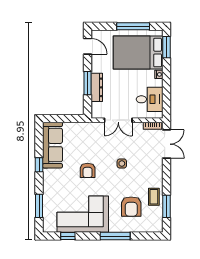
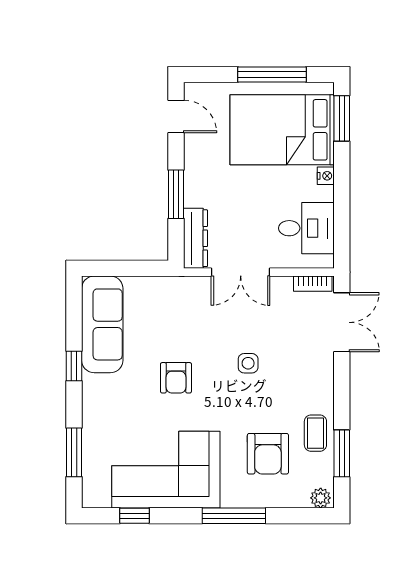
dresser: (97, 87) -> (195, 238), moved
plant: (156, 228) -> (321, 498), added

